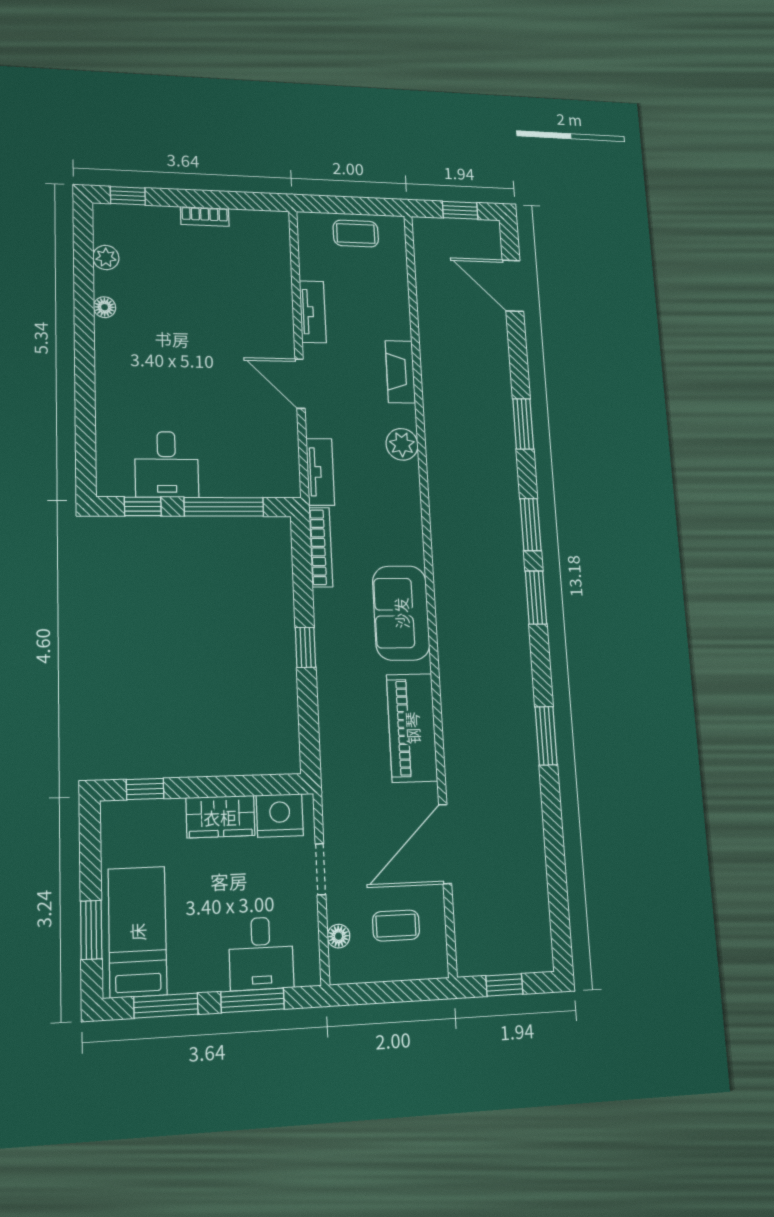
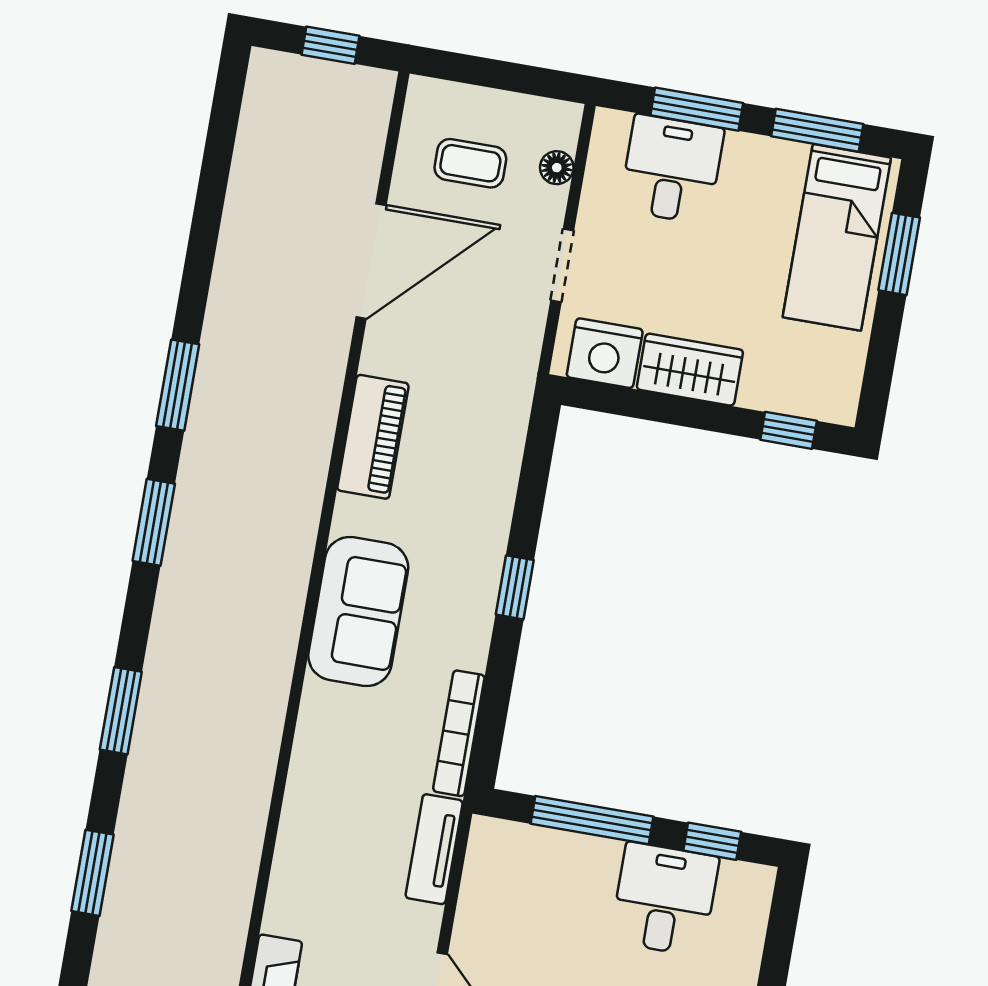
plant: (402, 444) -> (296, 871), removed
window: (536, 597) -> (154, 522), moved
piano: (412, 728) -> (373, 437), width x0.73, depth x0.75

